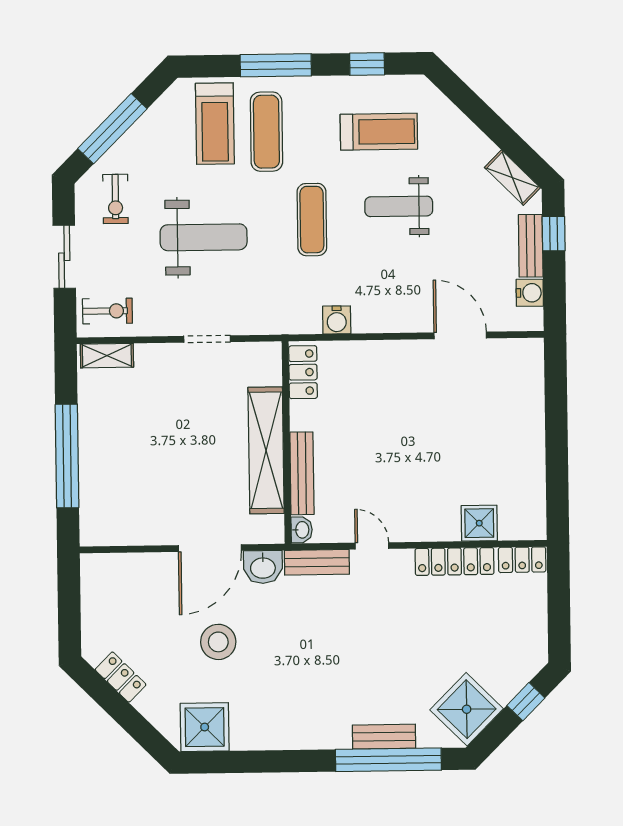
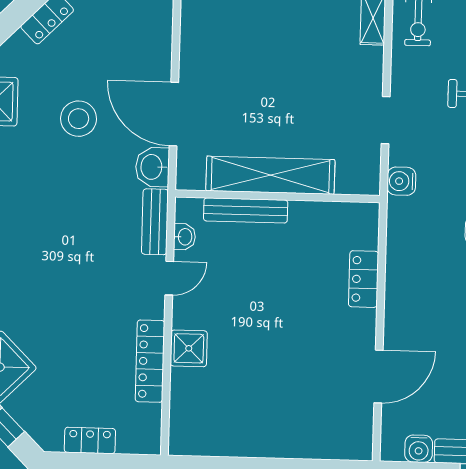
water cooler: (337, 320) -> (401, 181), moved
locker: (303, 372) -> (364, 279), moved, turned 90
shower: (479, 523) -> (189, 348), moved
washbasin: (302, 530) -> (184, 237), moved, turned -90
locker: (522, 560) -> (90, 440), moved, turned 90

